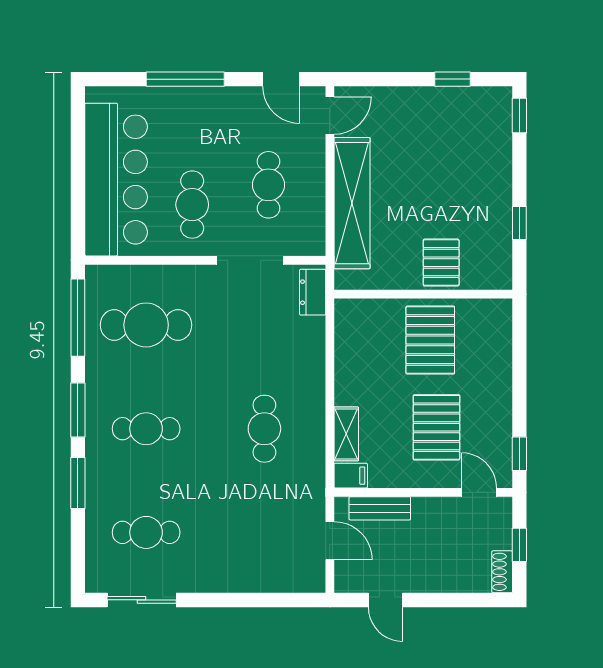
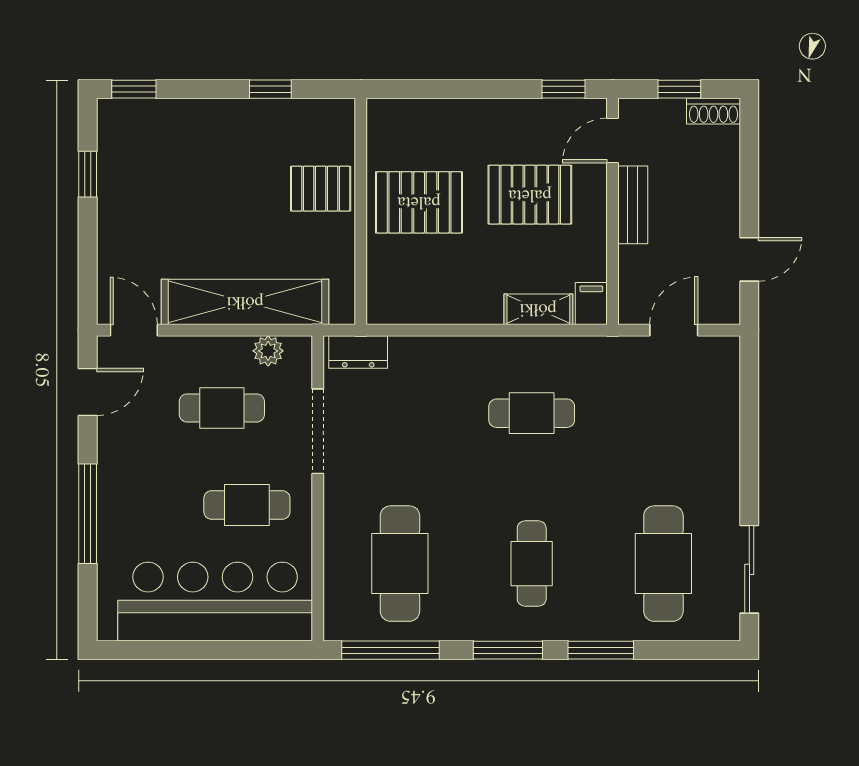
plant: (313, 221) -> (268, 351), added
bench: (380, 508) -> (633, 205), moved
cafe table: (146, 532) -> (663, 564), width x1.37, depth x1.35

